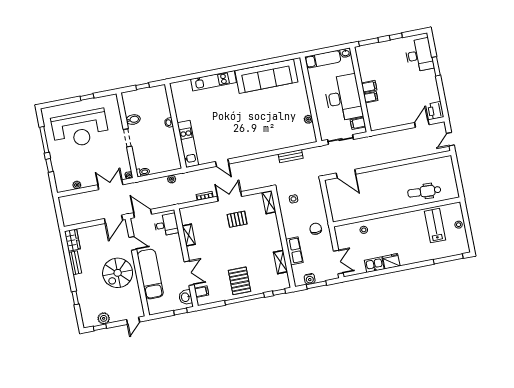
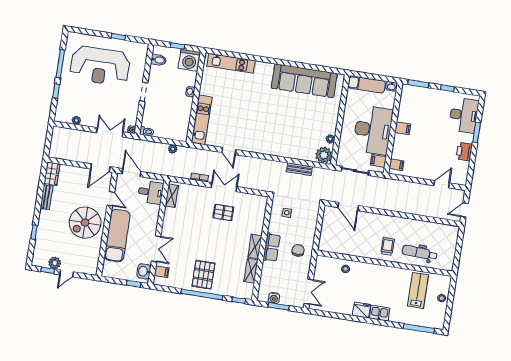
kitchen unit: (213, 81) -> (231, 63), moved
washing machine: (158, 95) -> (189, 60), added
filing cabinet: (371, 97) -> (396, 165), moved
printer: (436, 110) -> (464, 152), moved
bidet: (133, 120) -> (158, 60), moved
plant: (308, 136) -> (324, 155), added
trolley: (394, 196) -> (388, 246), added
shelving: (269, 202) -> (255, 246), moved
shelving: (189, 235) -> (172, 196), moved
row of seats: (294, 251) -> (272, 247), moved
kitchen sink: (374, 265) -> (380, 313), moved
door: (133, 321) -> (67, 273), moved

